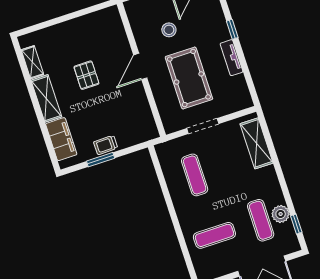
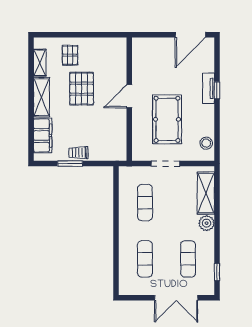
stool: (169, 30) -> (206, 143), moved
pallet: (62, 43) -> (70, 55), added
tv unit: (232, 58) -> (209, 88), moved
pallet: (86, 75) -> (82, 89), width x1.50, depth x1.42
plant: (281, 214) -> (207, 223), moved
exercise mat: (214, 235) -> (145, 259), turned 90

